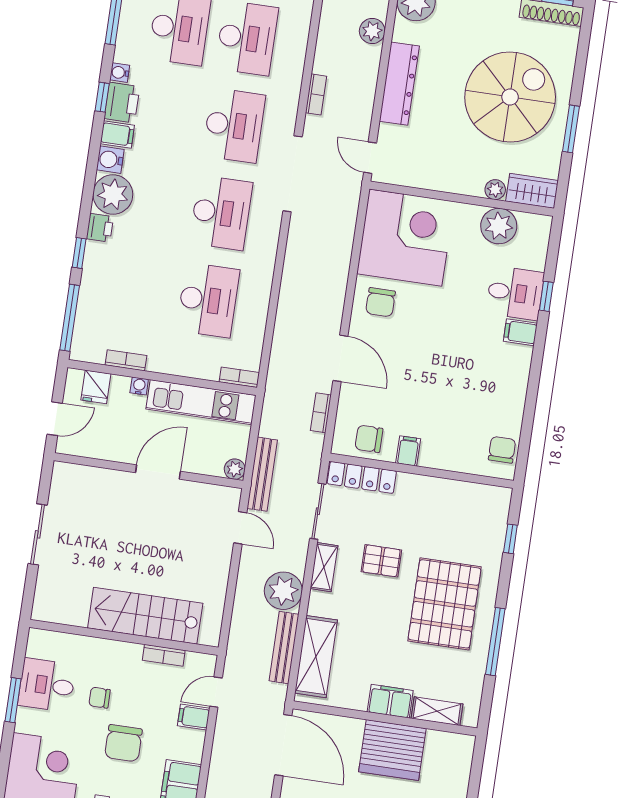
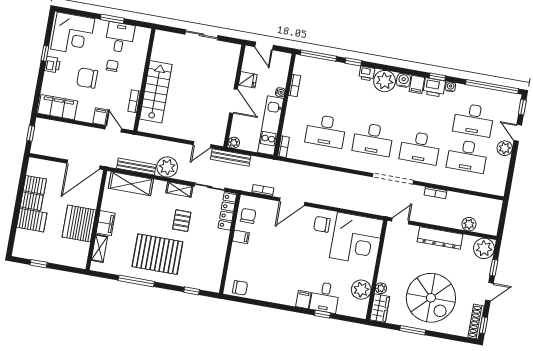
fridge: (96, 387) -> (248, 80), moved, turned 180

